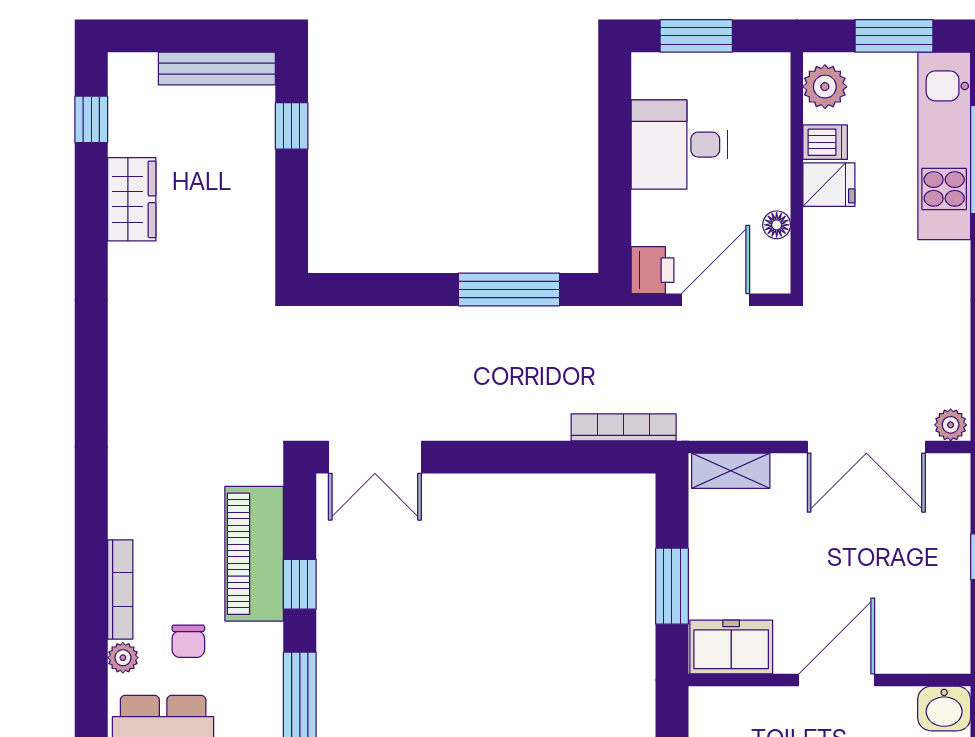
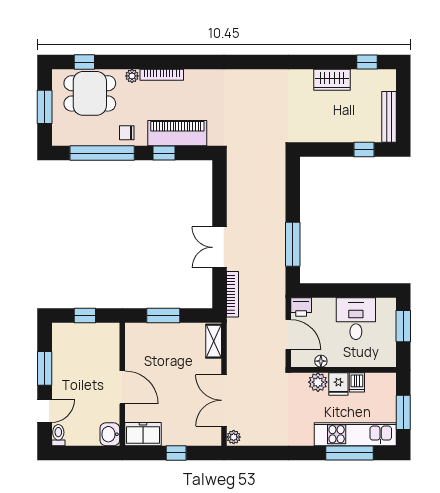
plant: (825, 87) -> (318, 382), moved
double door: (375, 457) -> (220, 247), moved
chair: (188, 641) -> (127, 133), moved
freezer: (731, 647) -> (143, 434), moved, turned -90

